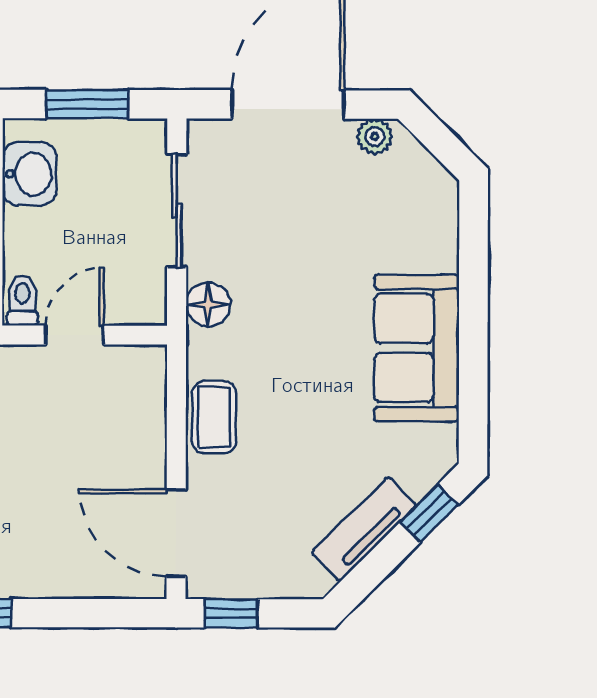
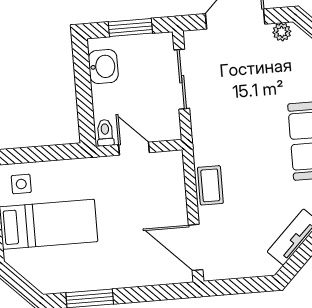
floor lamp: (208, 304) -> (202, 127), removed
door: (75, 335) -> (134, 149), hinge flipped
window: (231, 613) -> (228, 287), removed

